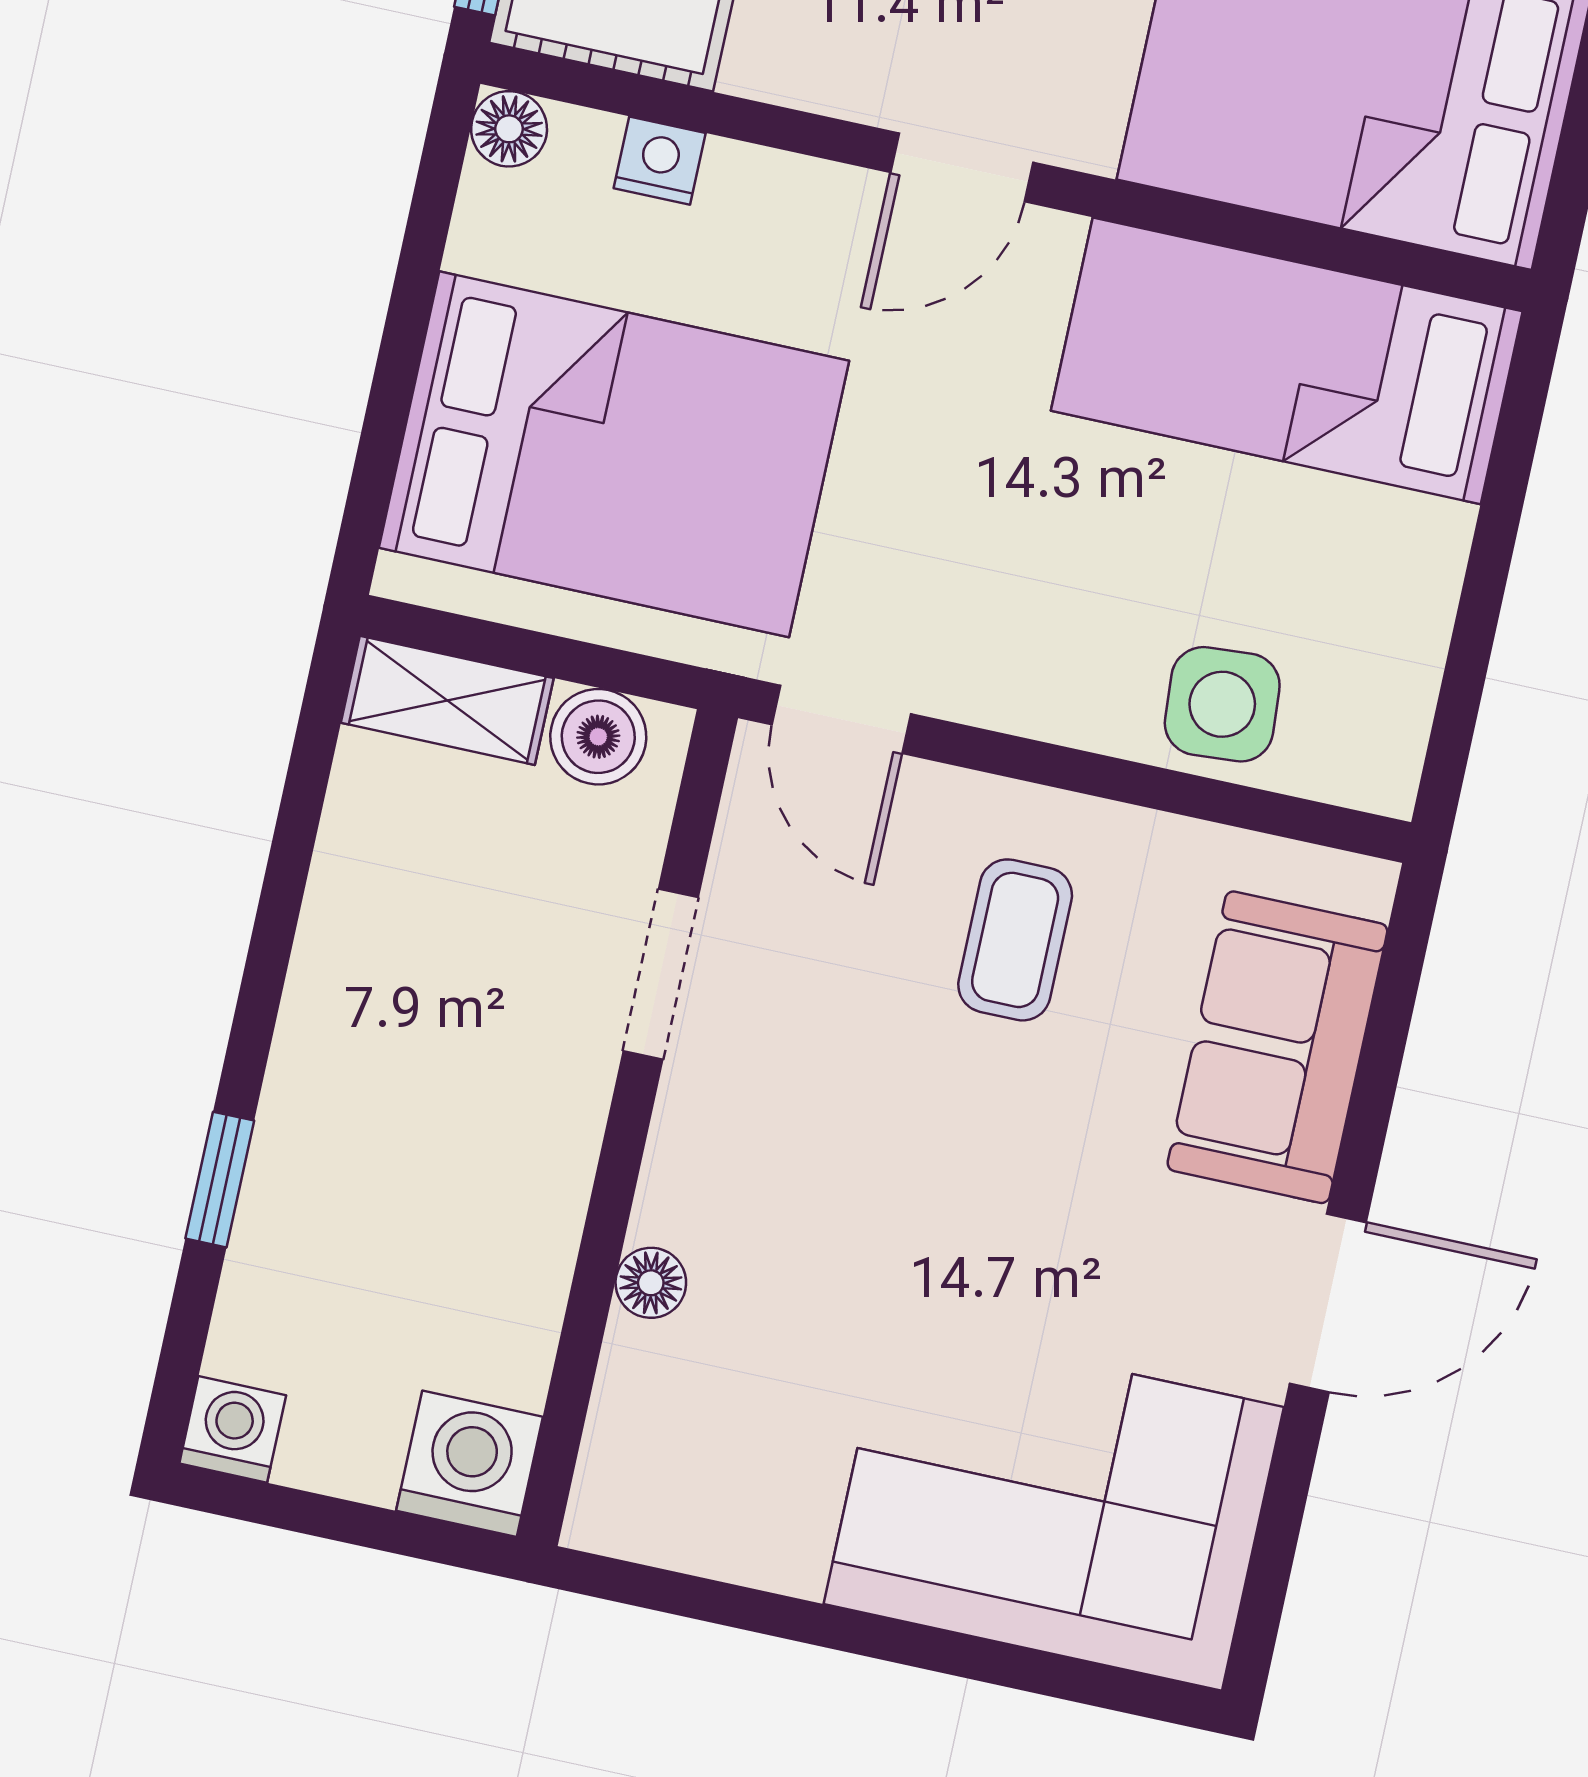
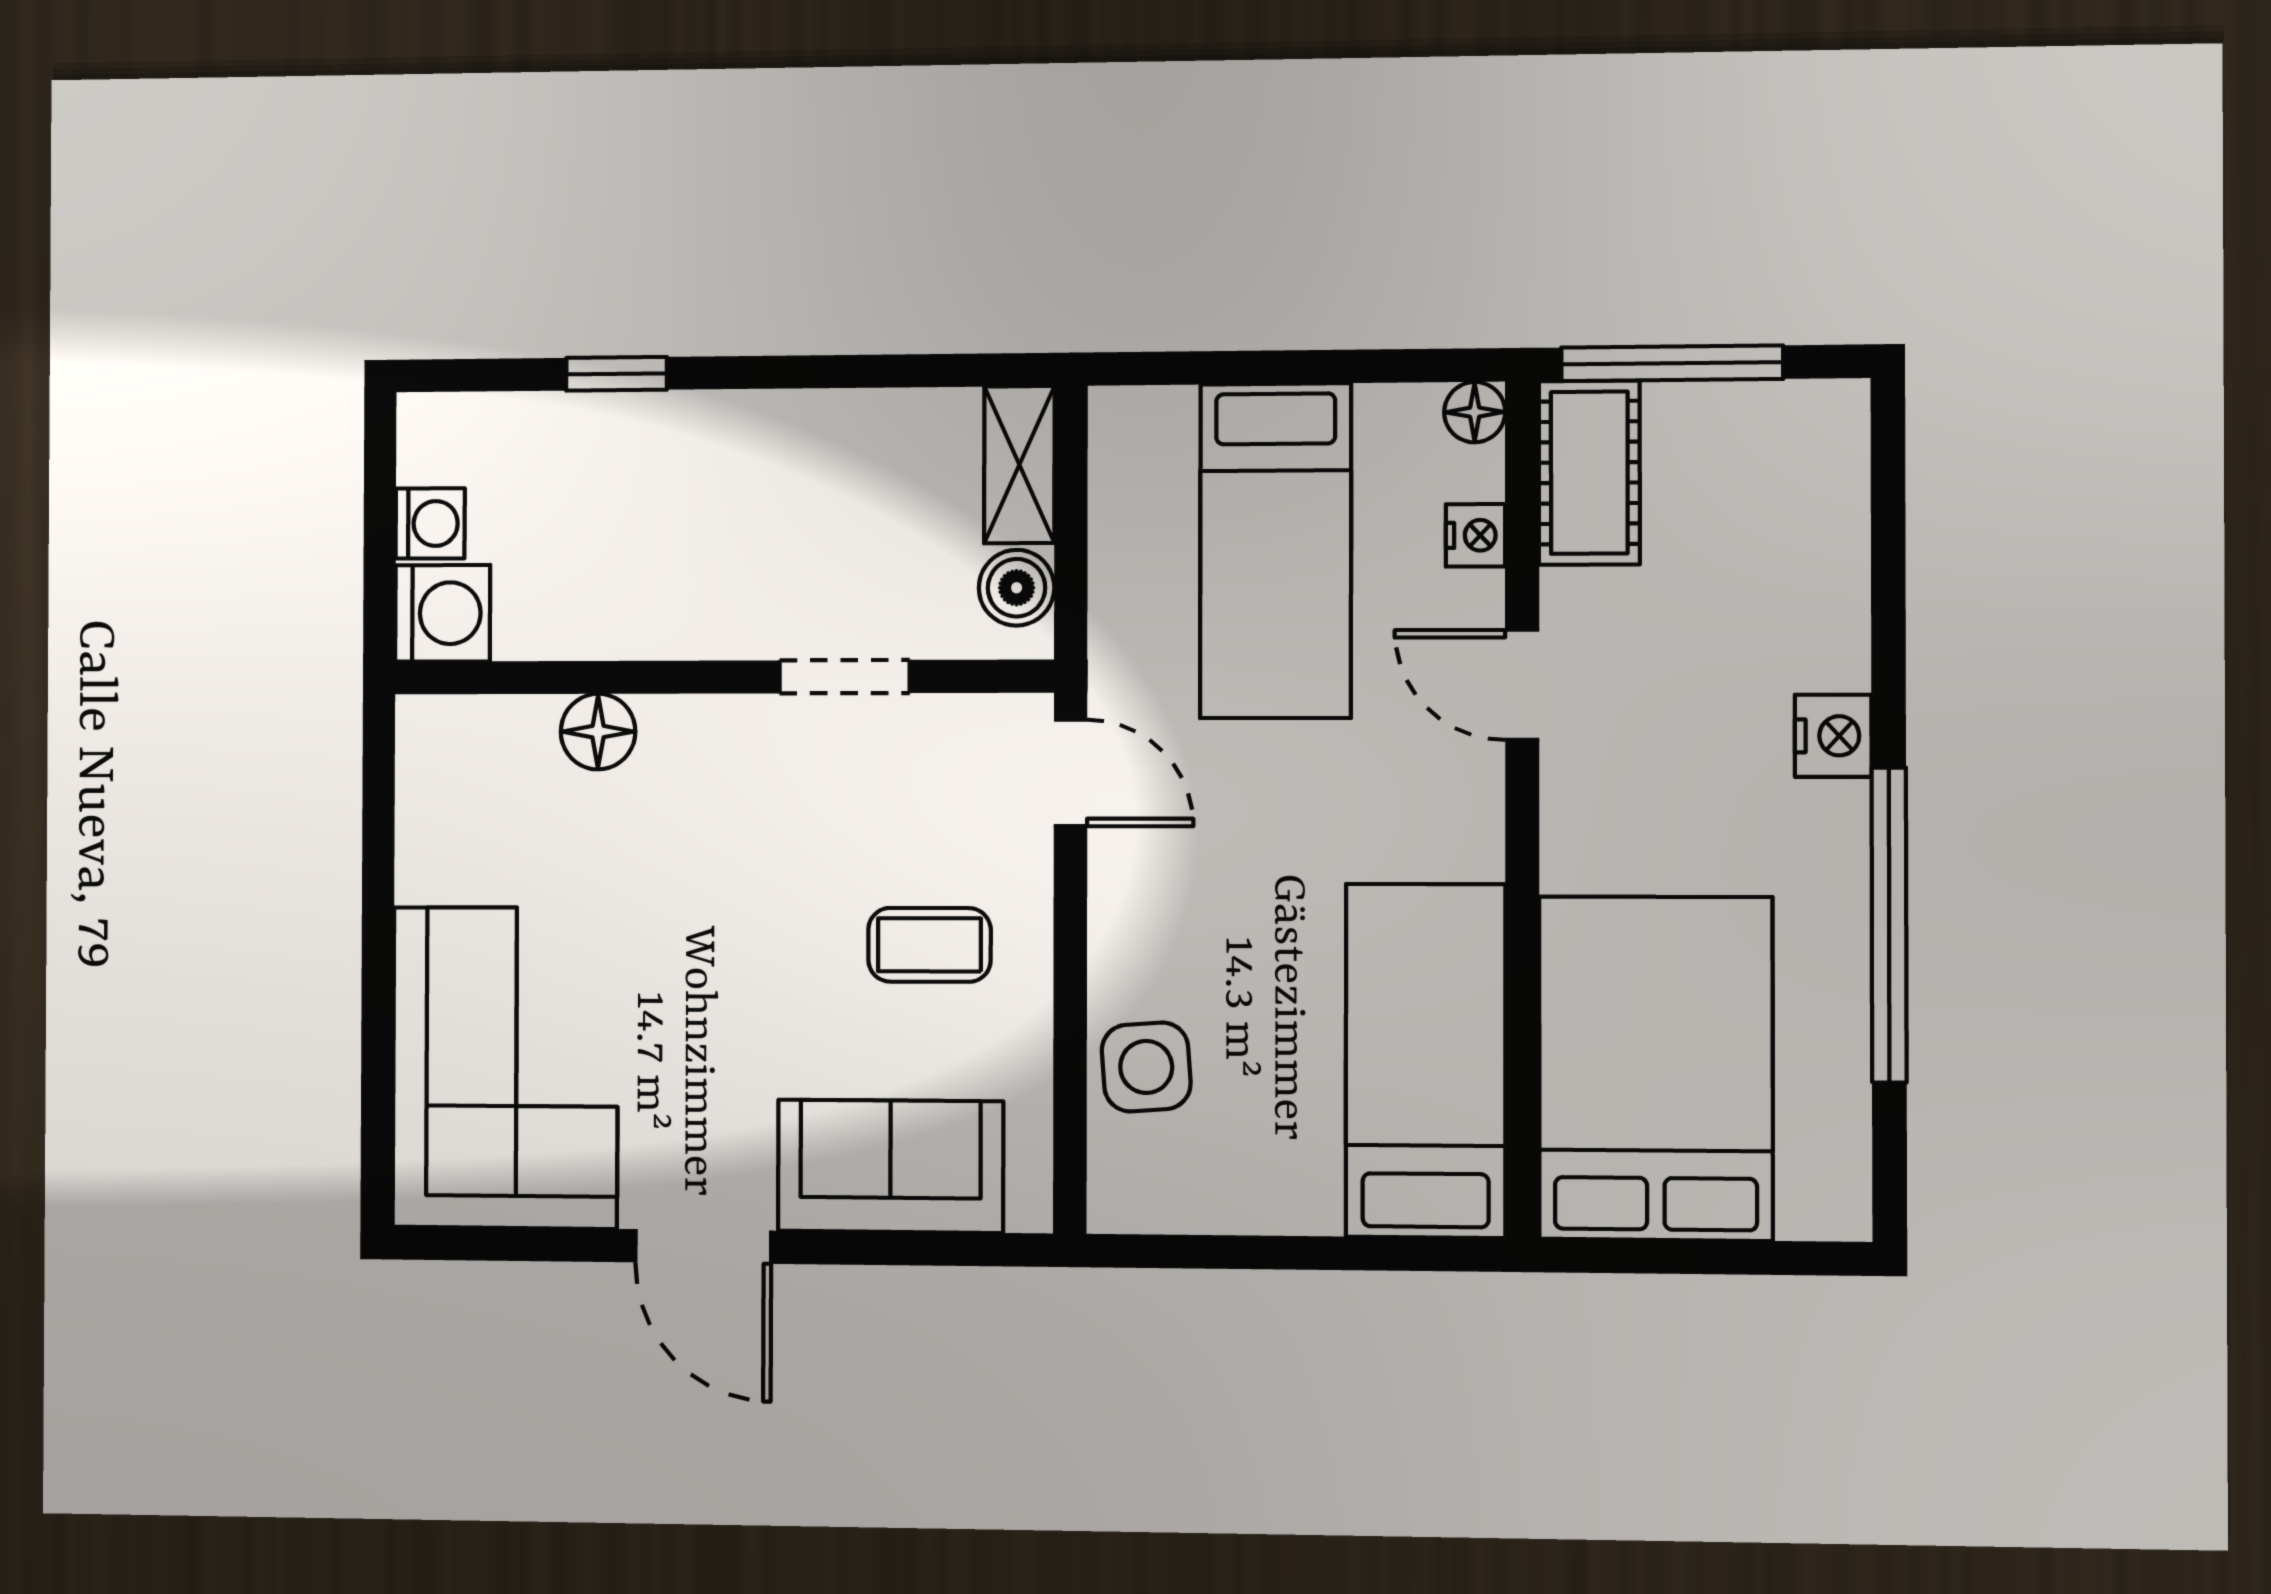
door: (962, 167) -> (1522, 685), moved
bed: (614, 454) -> (1276, 551), width x0.67
door: (841, 719) -> (1071, 773), swing flipped
floor lamp: (651, 1283) -> (598, 732), width x1.37, depth x1.37
washing machine: (233, 1429) -> (430, 523), moved

